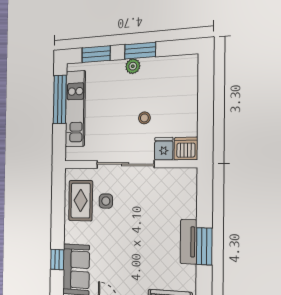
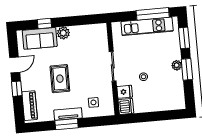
sliding door: (125, 164) -> (113, 66), width x0.73
rug: (81, 201) -> (60, 79), moved, turned 90
side table: (106, 201) -> (93, 102), moved
plant: (72, 233) -> (63, 33), added

